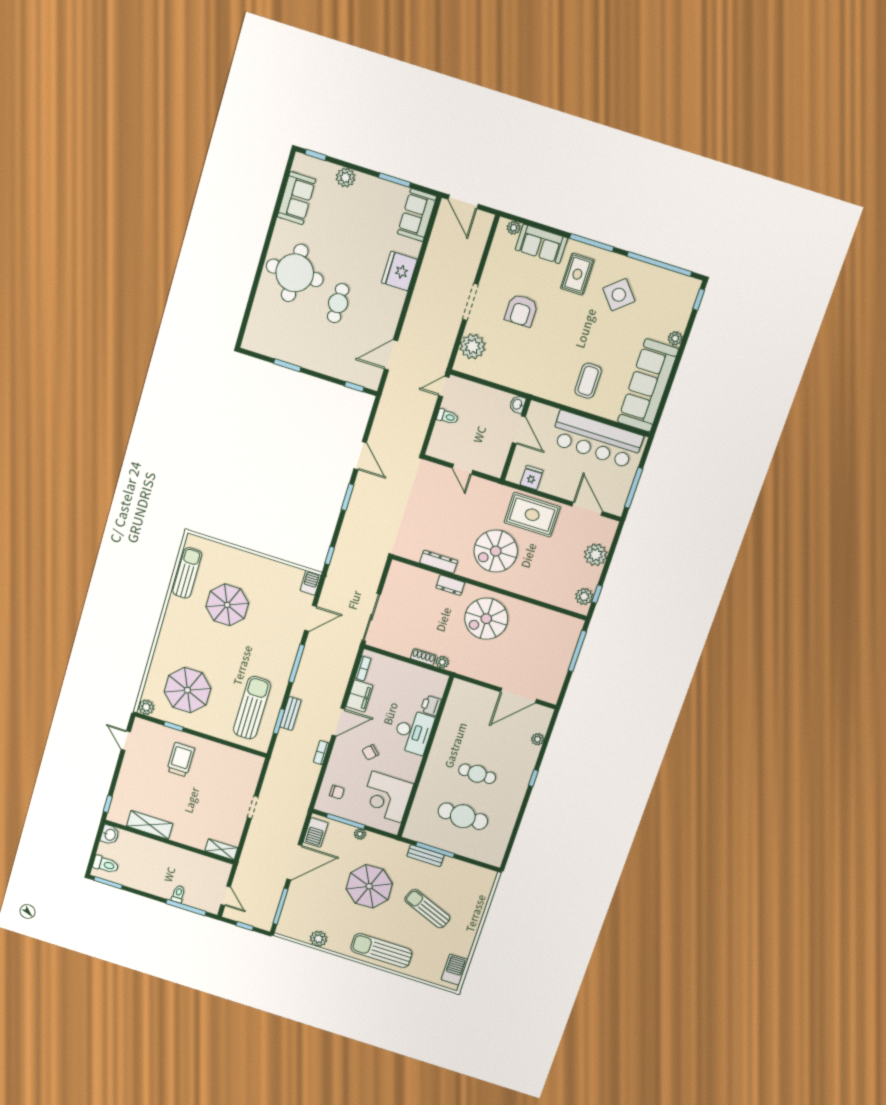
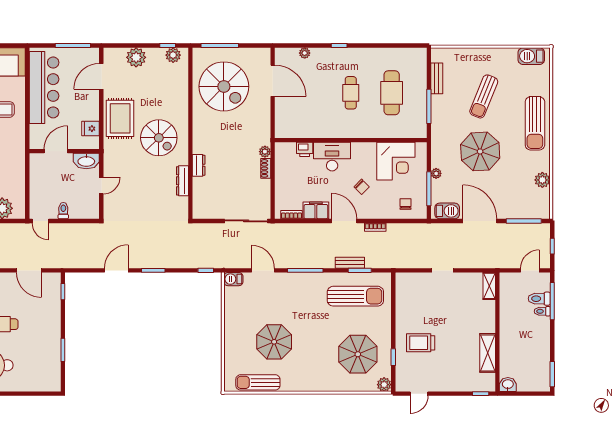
washbasin: (518, 404) -> (86, 161), moved, width x1.91, depth x1.45
spiral stairs: (486, 619) -> (224, 86), moved, width x1.37, depth x1.37
sun lounger: (252, 708) -> (355, 296), turned 180
bench: (425, 856) -> (437, 78), moved
toilet: (106, 865) -> (539, 299), moved, turned -90

